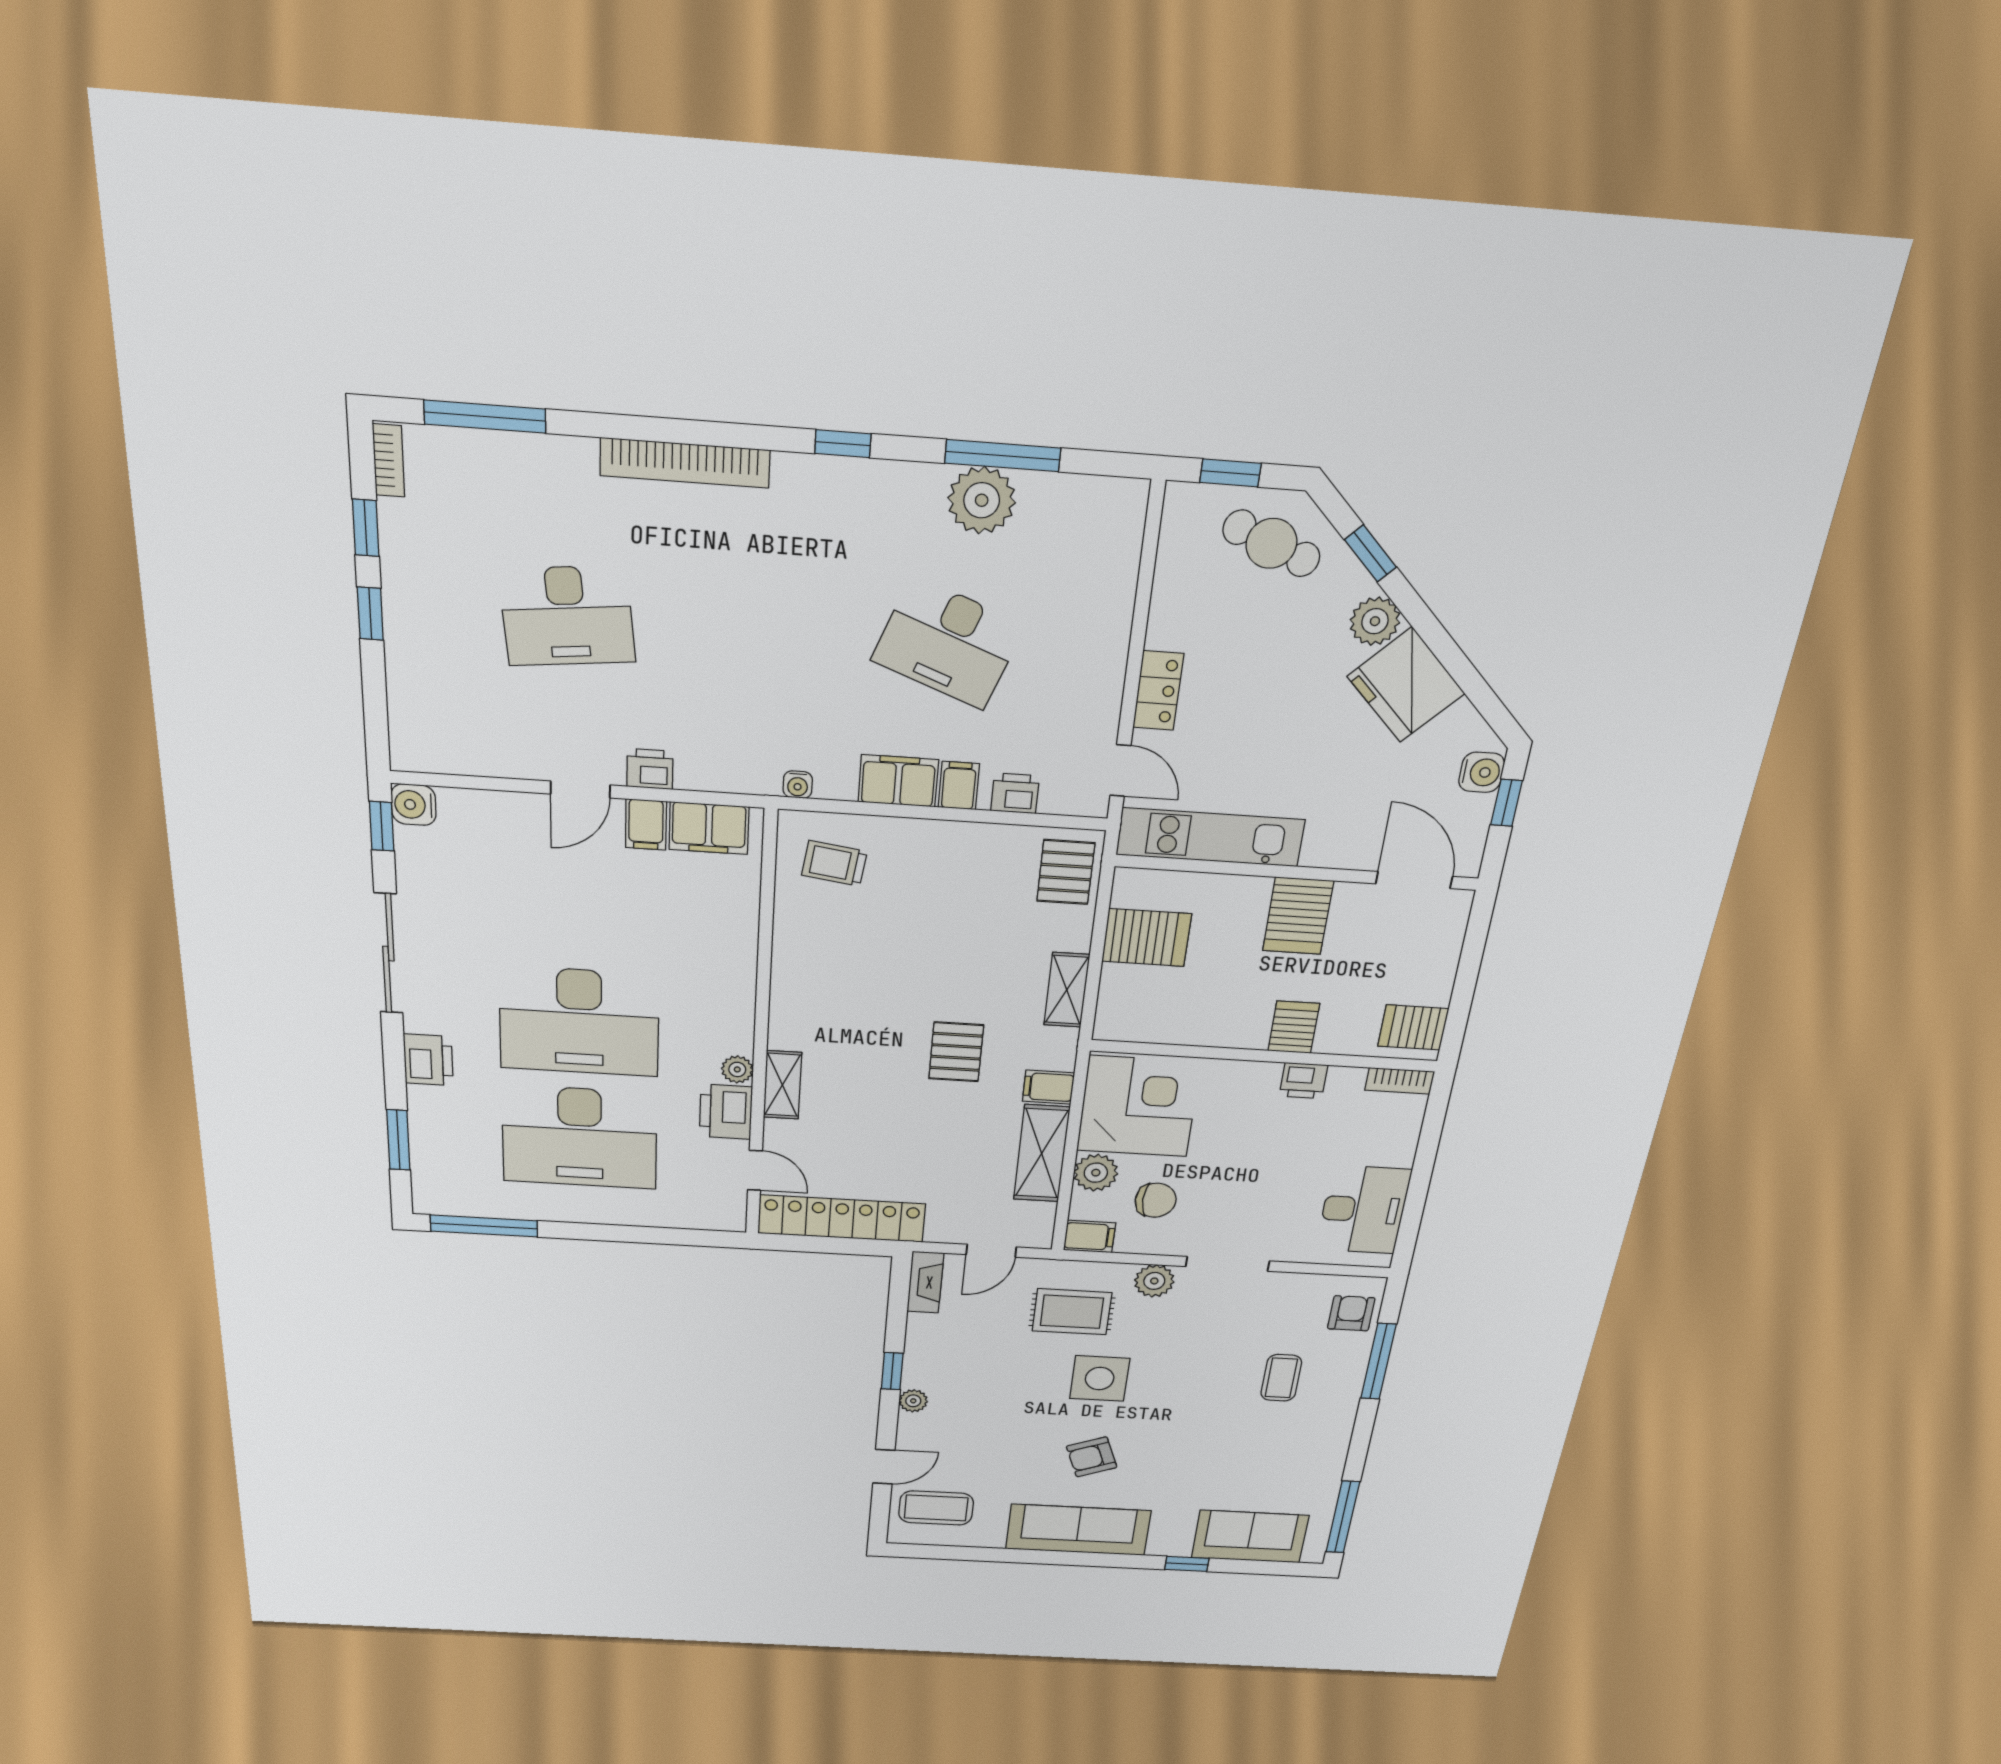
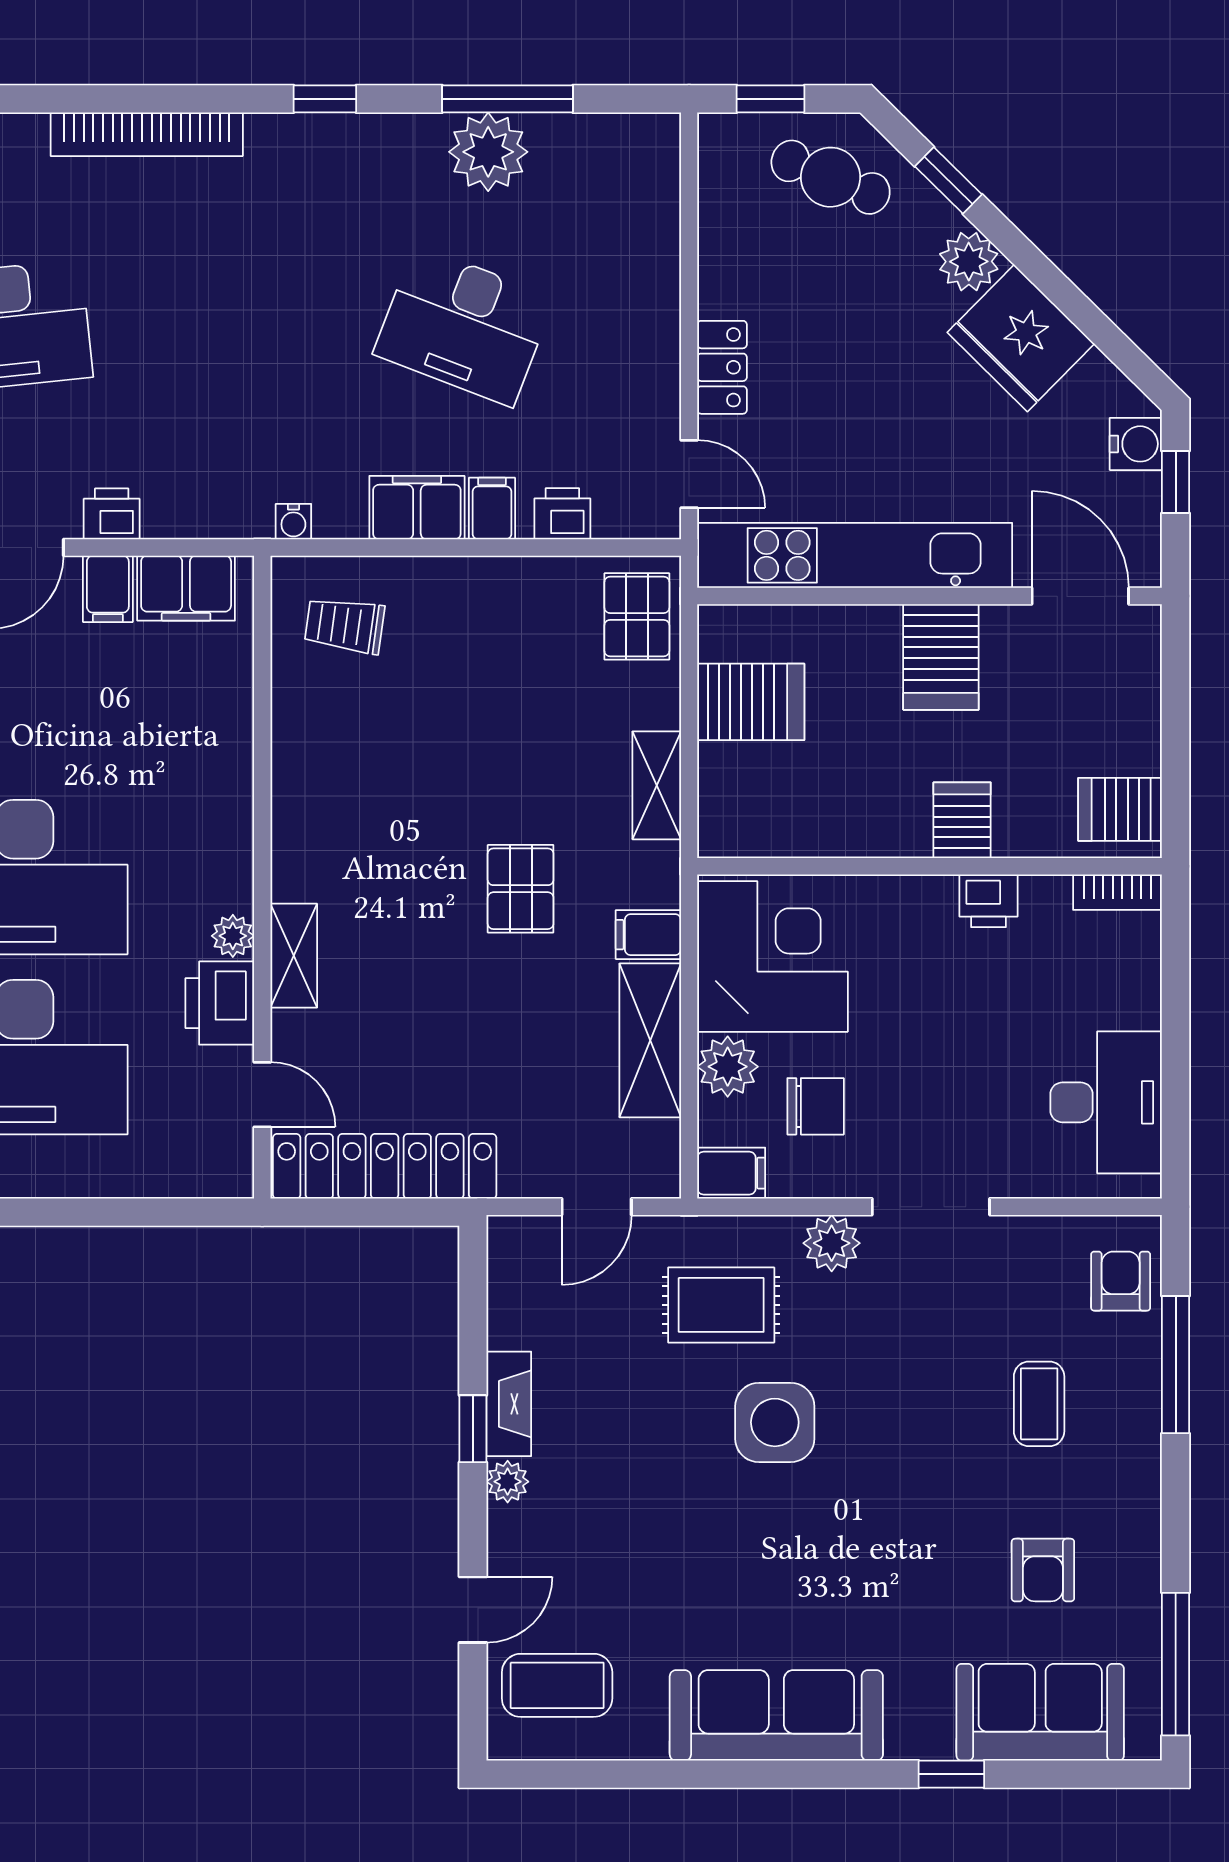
kitchen unit: (1210, 837) -> (855, 555), width x1.36
fireplace: (925, 1282) -> (509, 1404), moved
armchair: (1092, 1457) -> (1043, 1570), moved, turned -69

